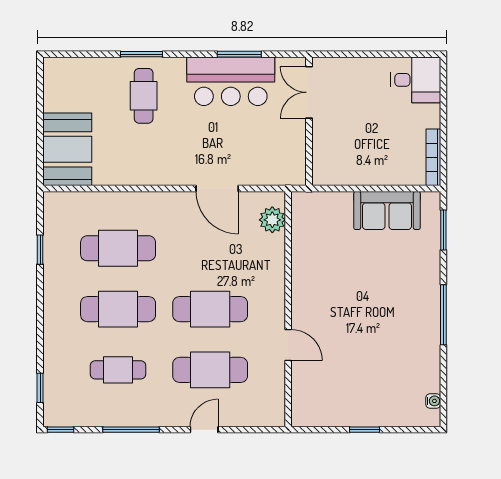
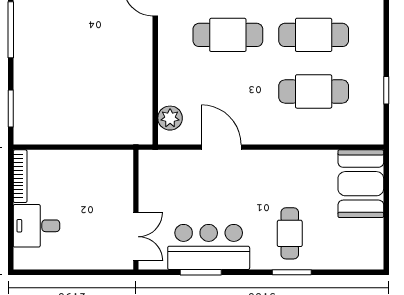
desk: (416, 80) -> (36, 226), moved
sofa: (387, 210) -> (63, 127), removed

